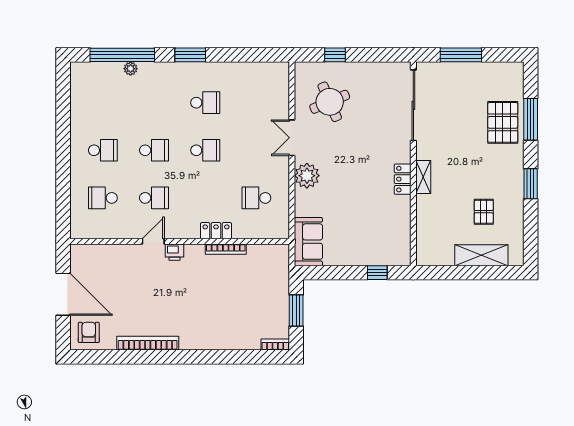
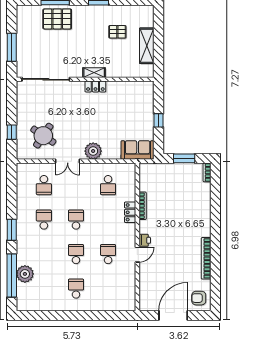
plant: (131, 69) -> (25, 274), width x1.87, depth x1.87
round table: (330, 102) -> (43, 136), turned -33
school desk: (103, 198) -> (44, 185), moved
door: (153, 241) -> (137, 255), swing flipped
shelving: (481, 255) -> (147, 46), moved
window: (377, 273) -> (158, 120), moved

